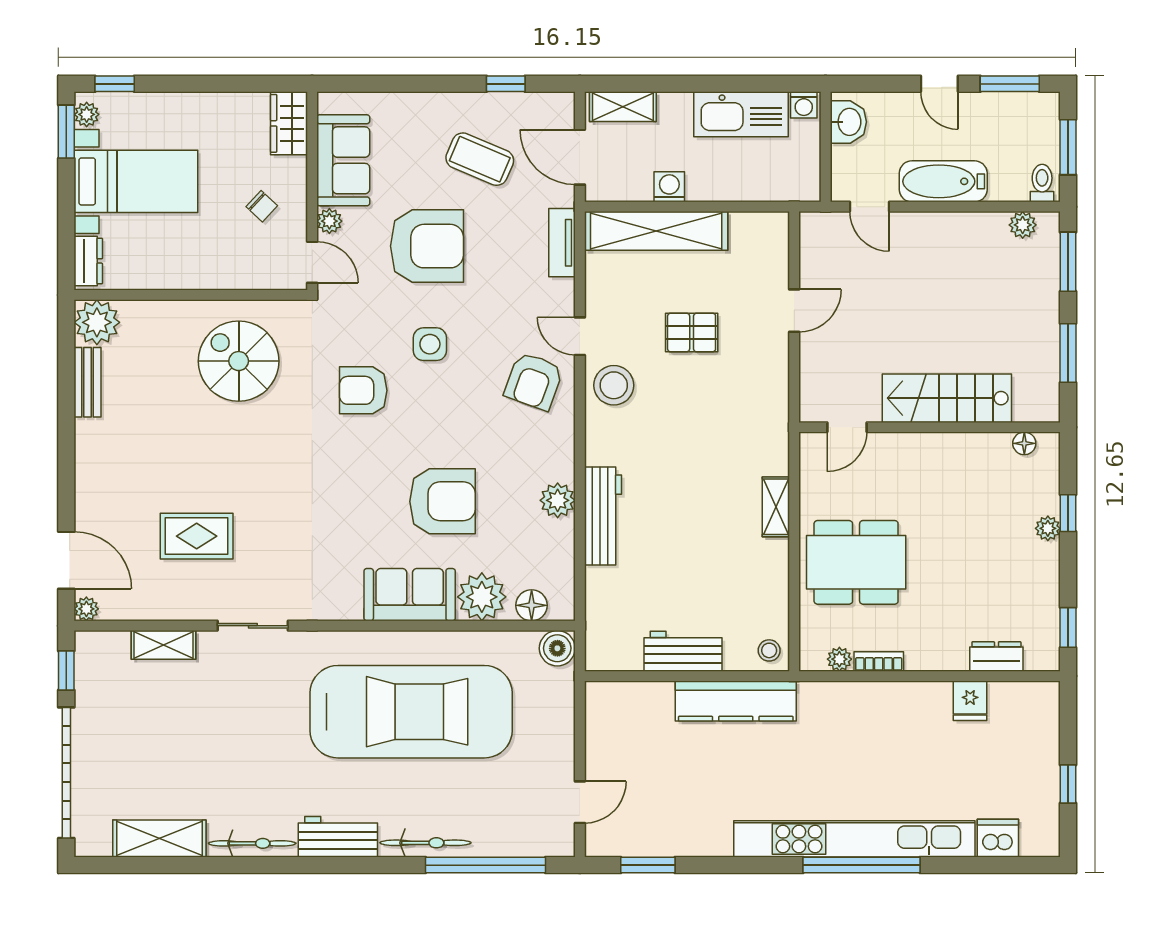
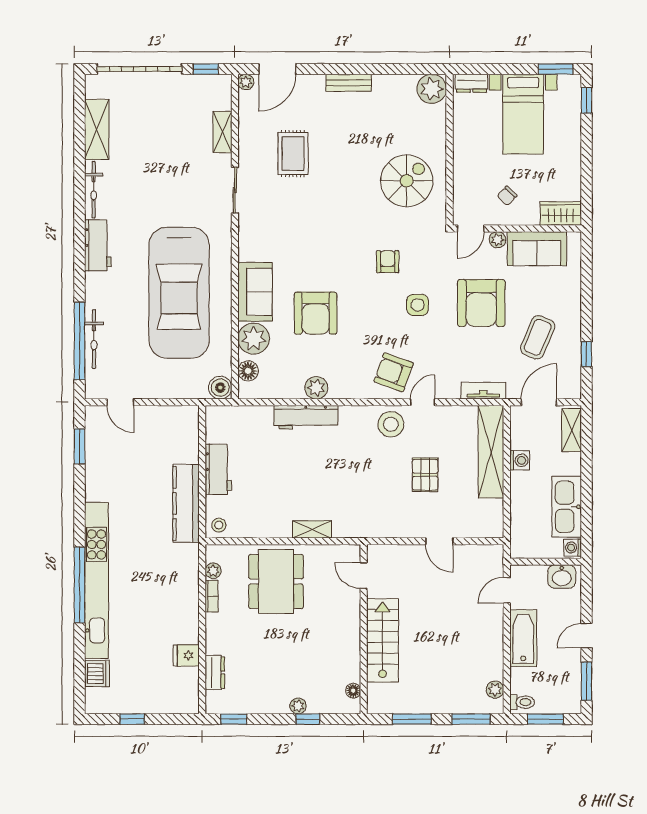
plant: (87, 114) -> (567, 82), removed
bench: (88, 382) -> (349, 83), moved
armchair: (363, 390) -> (388, 262), width x0.72, depth x0.72
bicycle: (425, 843) -> (94, 339), moved

